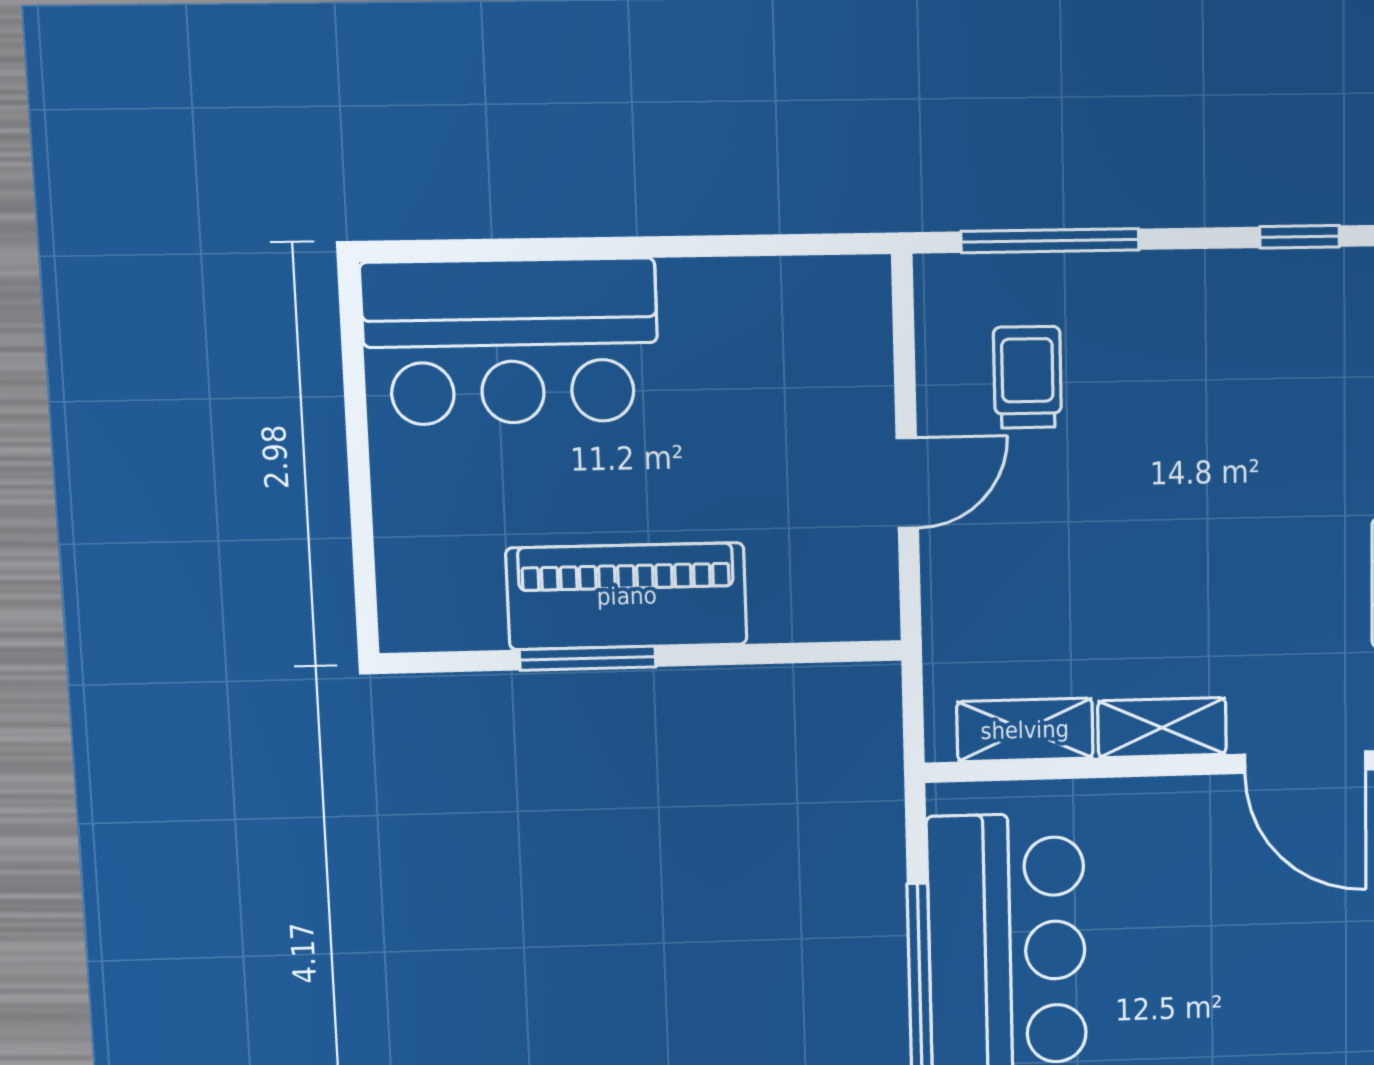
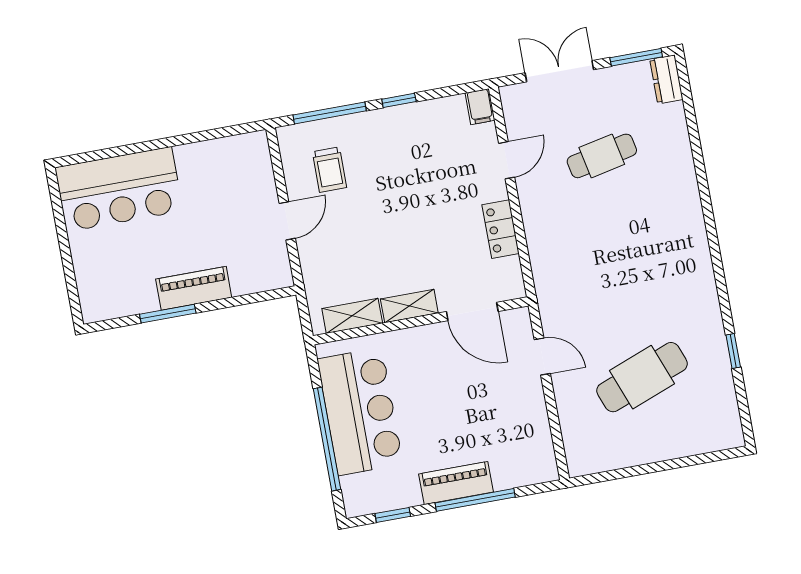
window: (1300, 237) -> (399, 100), moved
trolley: (1027, 377) -> (329, 170), turned 180
piano: (627, 596) -> (194, 288), width x0.73, depth x0.75

